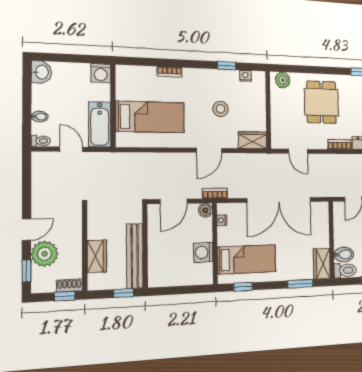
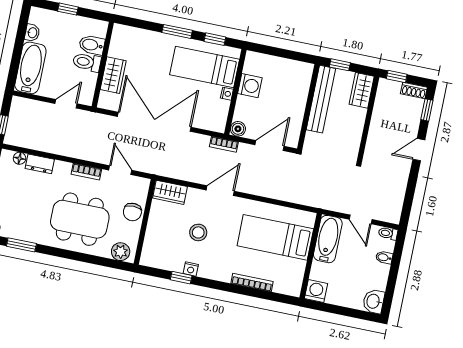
bookcase: (170, 72) -> (252, 283), width x1.56
nightstand: (245, 76) -> (191, 269), moved
dining table: (322, 102) -> (80, 219), width x1.38
chair: (280, 117) -> (132, 212), added
bookcase: (340, 144) -> (86, 172), moved
nightstand: (222, 220) -> (227, 94), moved
plant: (44, 254) -> (407, 122), removed
wardrobe: (97, 256) -> (362, 90), moved
wardrobe: (322, 264) -> (113, 75), moved
toilet: (345, 270) -> (87, 62), moved
window: (300, 284) -> (177, 31), moved
shoe rack: (69, 286) -> (414, 91), moved

